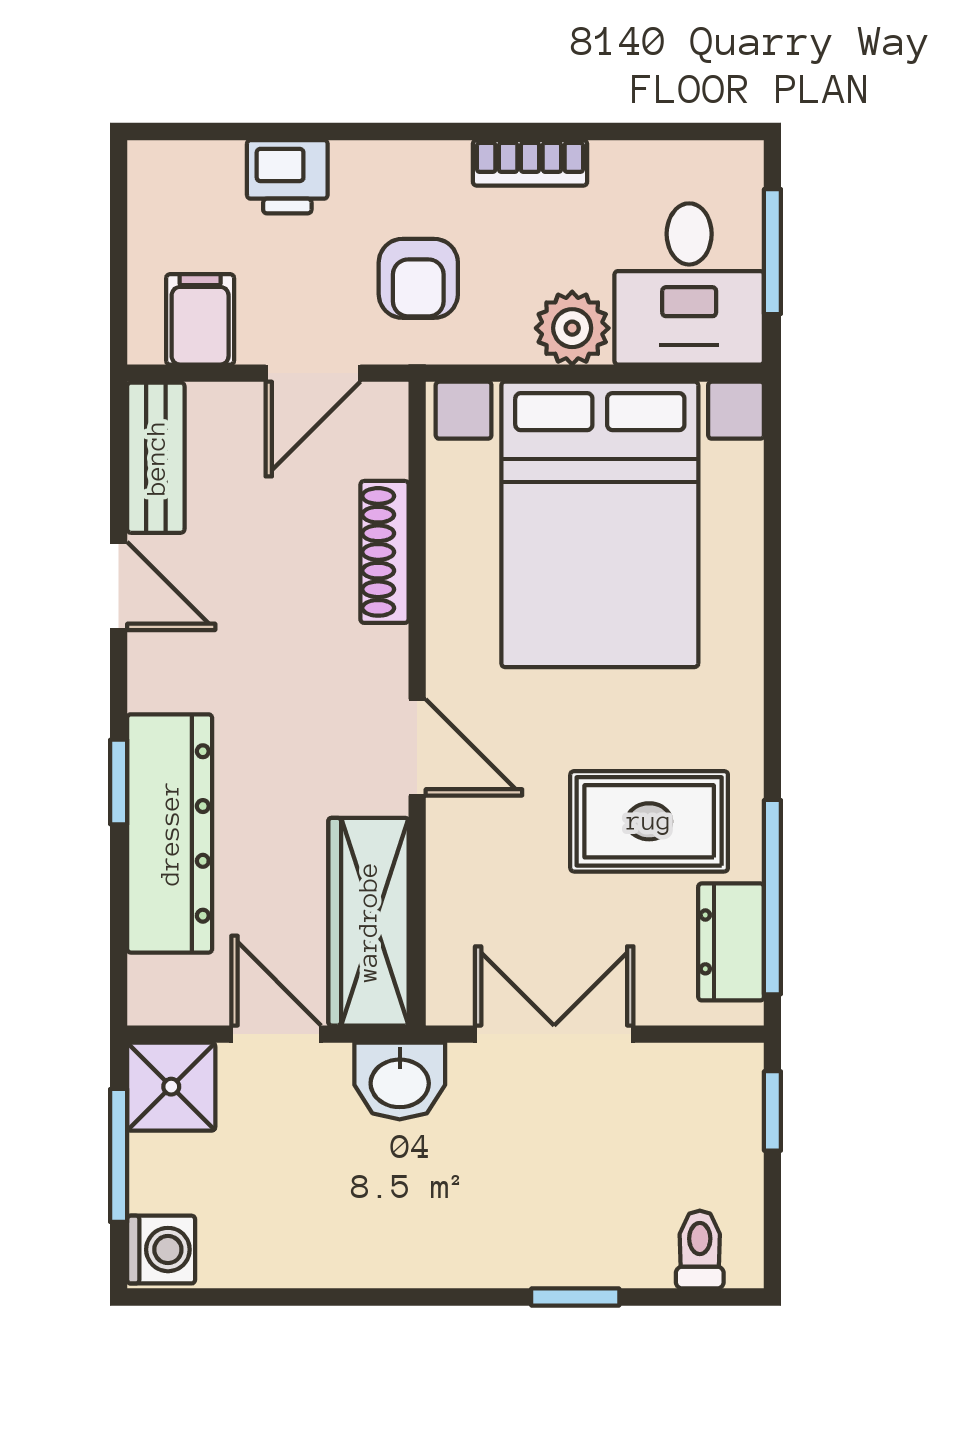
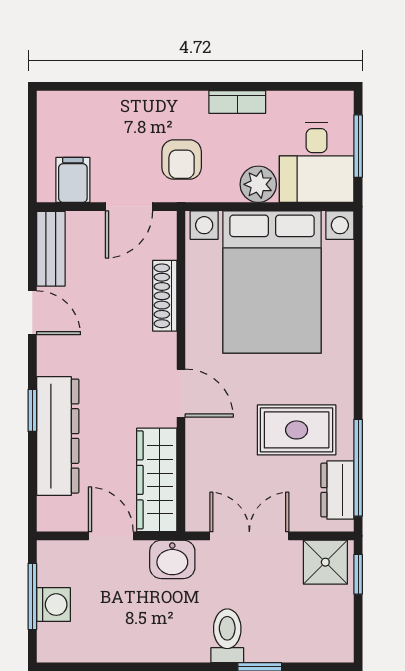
printer: (287, 177) -> (116, 109), removed
shower: (171, 1087) -> (325, 562), moved
toilet: (700, 1249) -> (227, 636), moved, width x1.37, depth x1.39
washing machine: (161, 1250) -> (53, 605), moved

